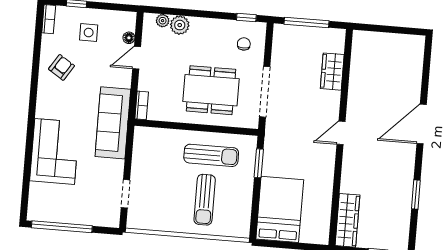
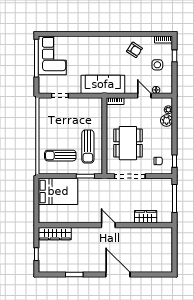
corner sofa: (55, 151) -> (52, 55), moved, turned -90
sun lounger: (205, 200) -> (60, 156), moved

